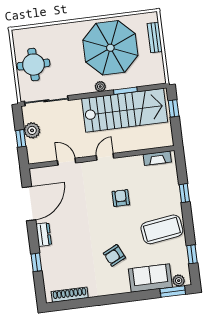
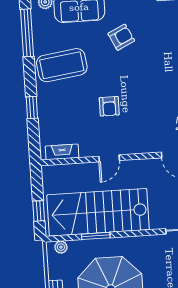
plant: (100, 87) -> (61, 247), moved
door: (105, 157) -> (109, 158), moved
window: (192, 254) -> (27, 33), width x2.17

